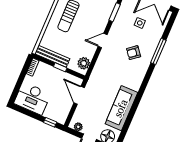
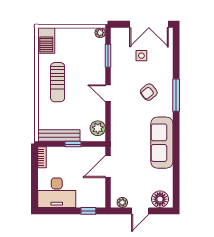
door: (103, 40) -> (108, 93), hinge flipped
window: (158, 51) -> (176, 95), moved
door: (79, 95) -> (108, 166), hinge flipped
sofa: (121, 108) -> (162, 143), moved

